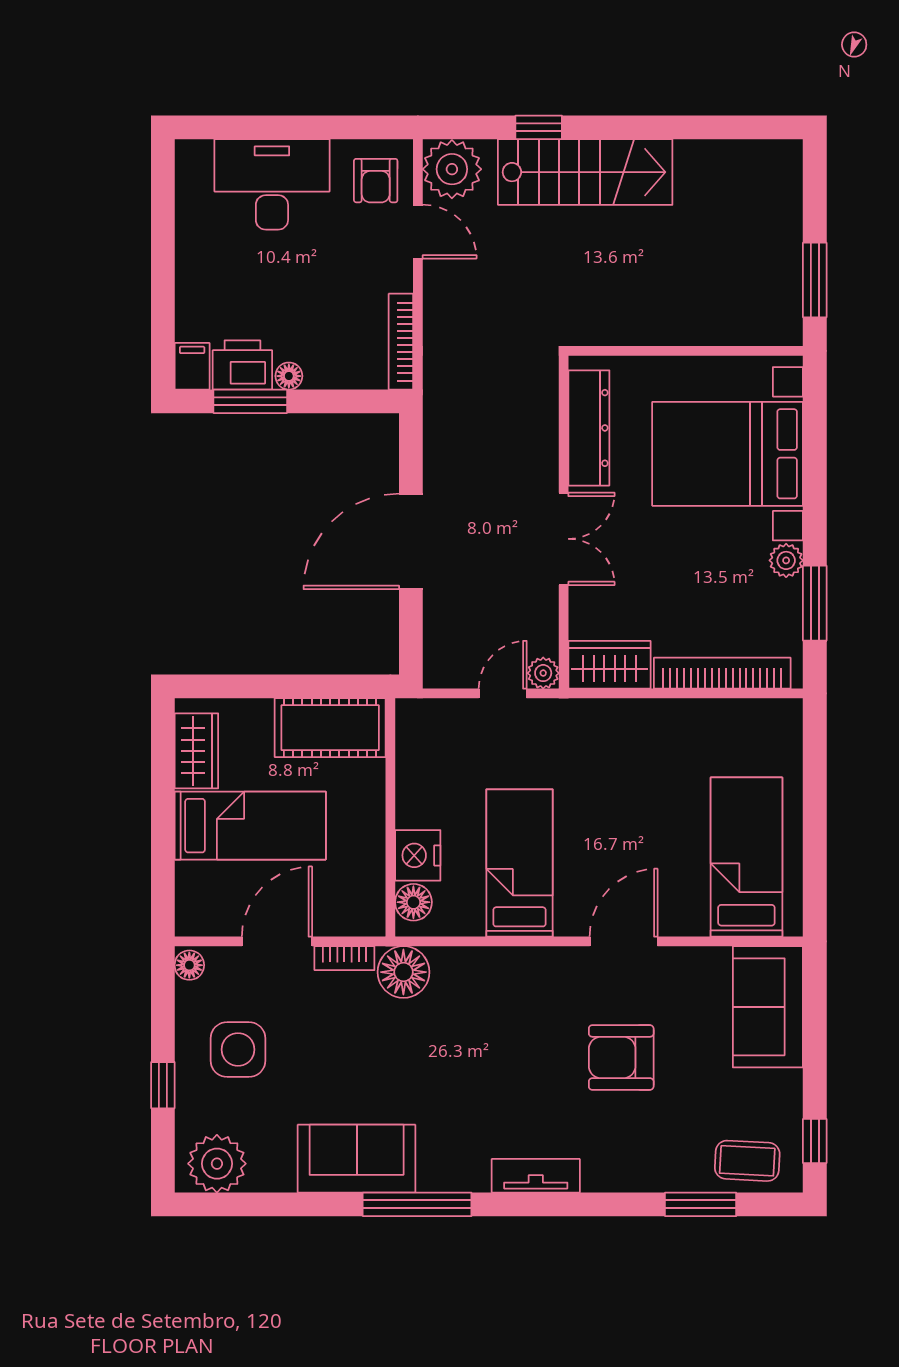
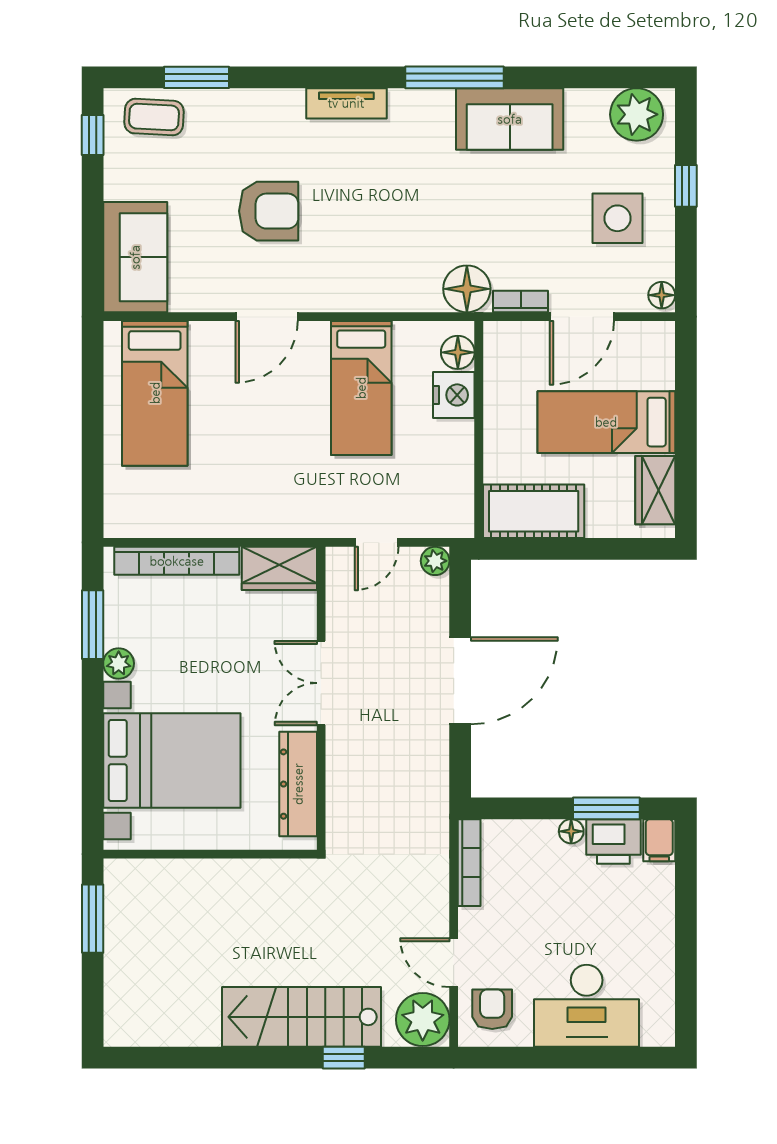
plant: (543, 673) -> (435, 561), moved

